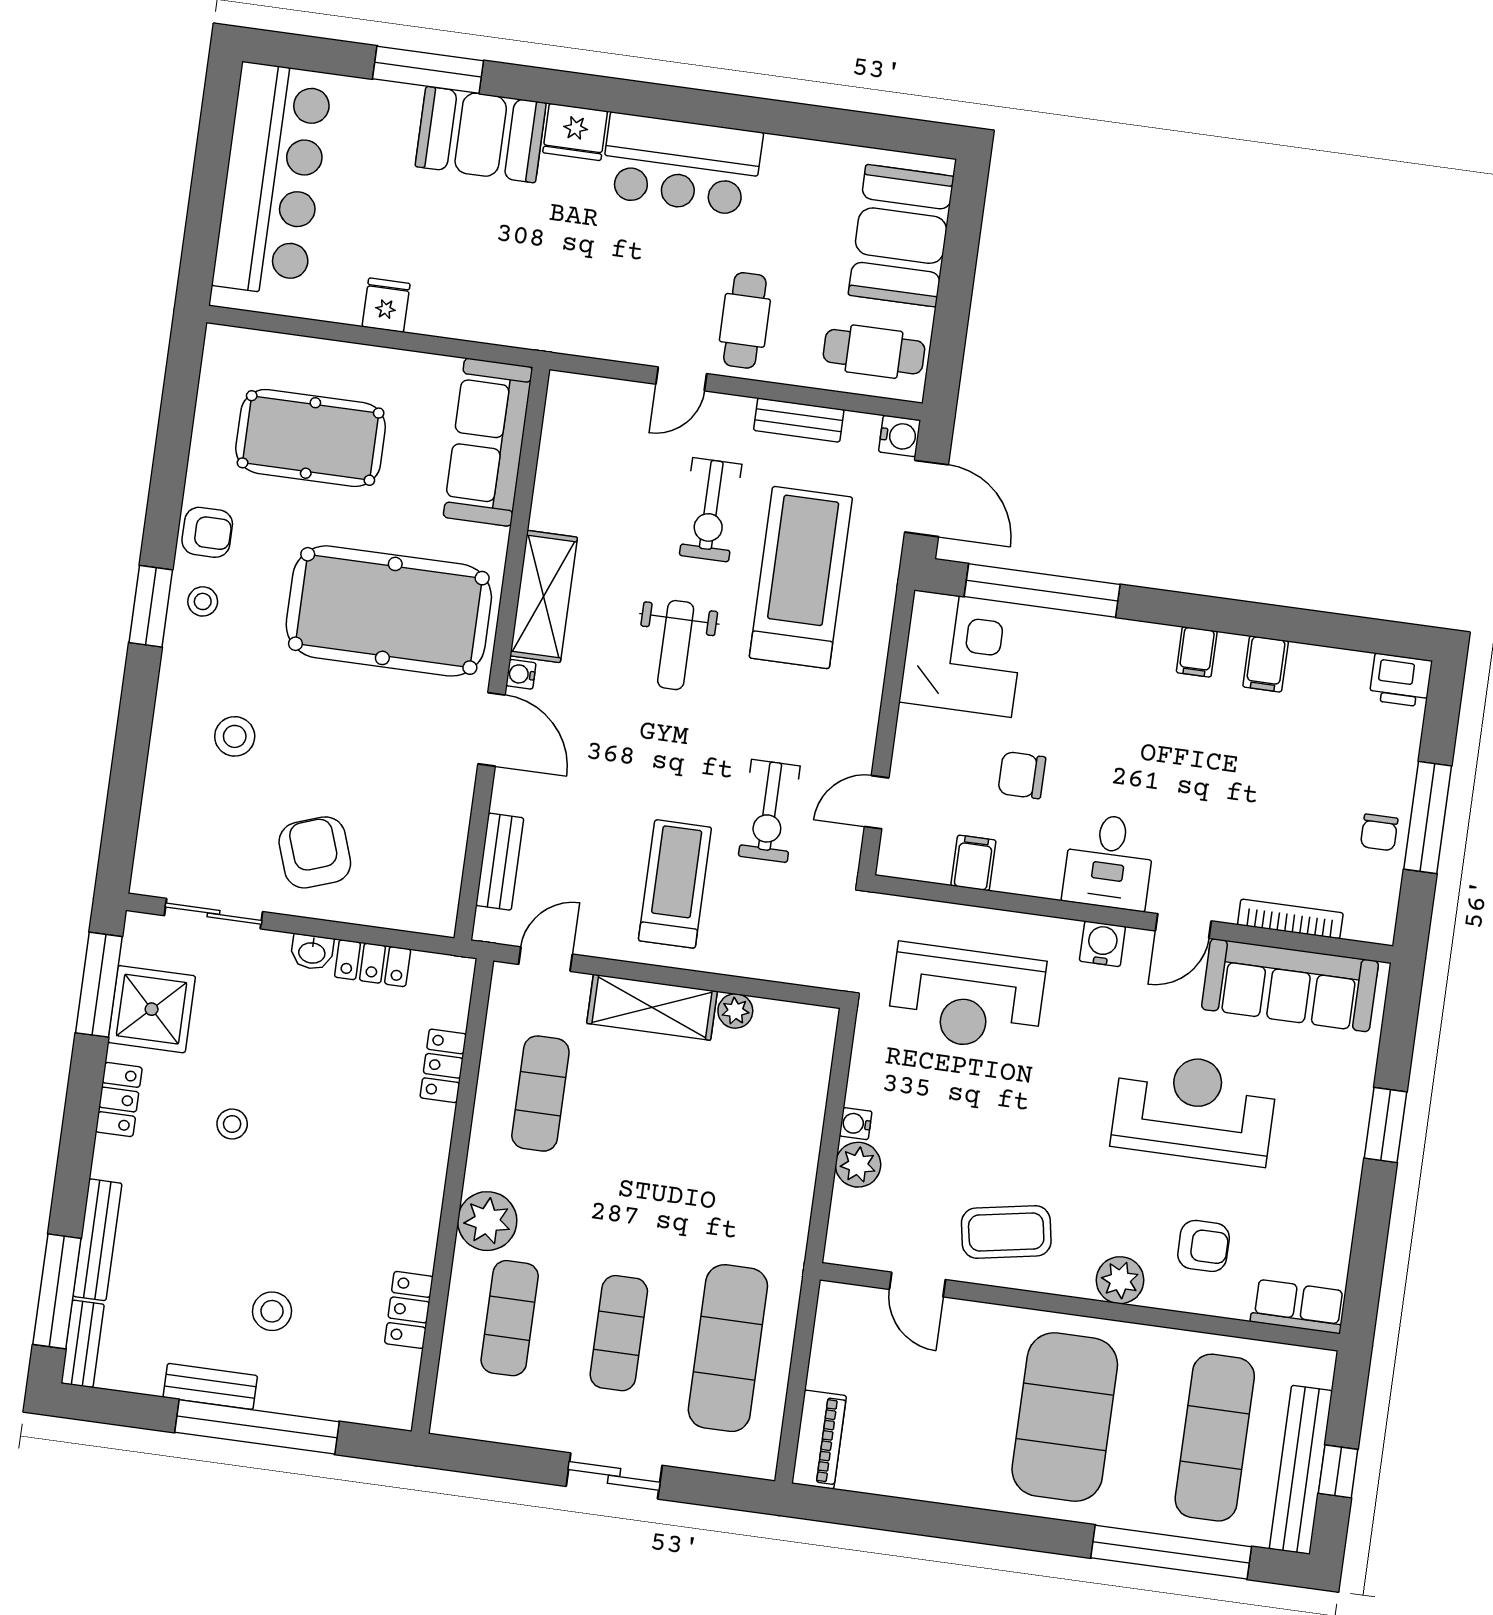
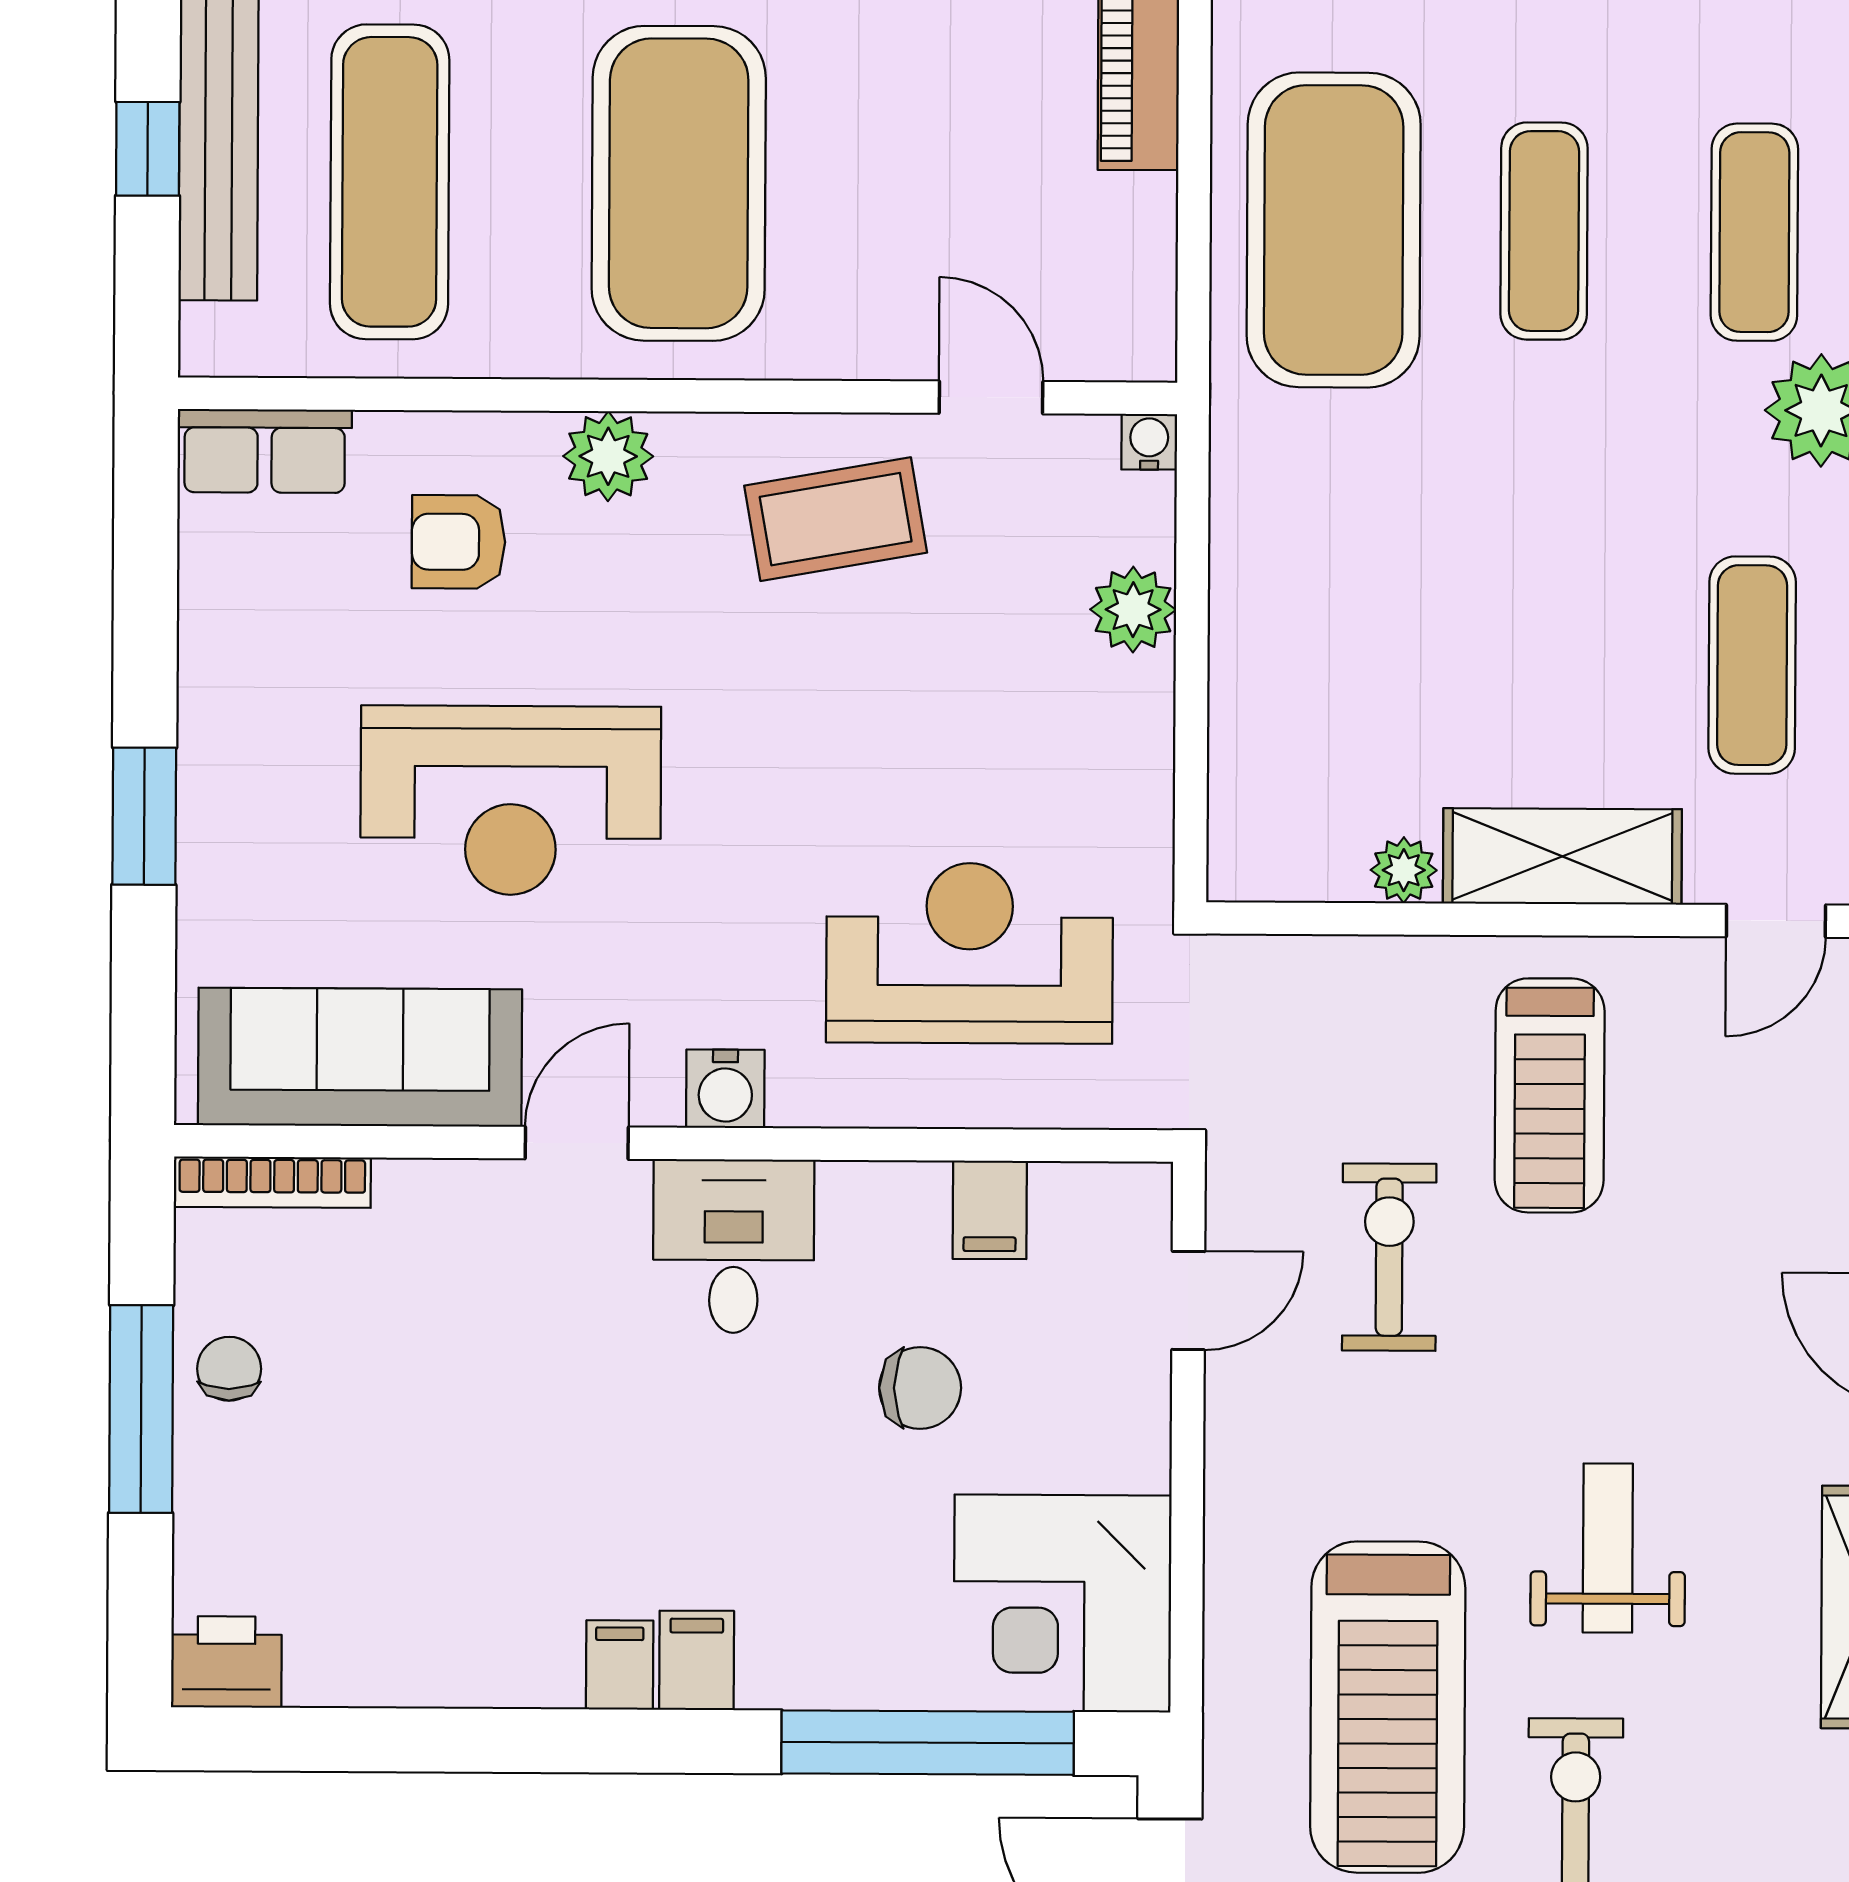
filing cabinet: (1266, 664) -> (697, 1660), moved
bookcase: (1290, 919) -> (272, 1182), moved
water cooler: (856, 1124) -> (1149, 442), moved, turned -90
exercise mat: (728, 1348) -> (1334, 230), width x1.47

